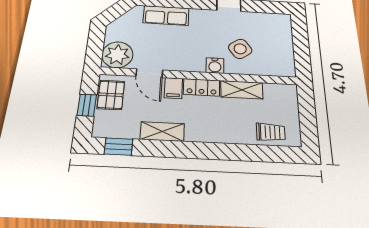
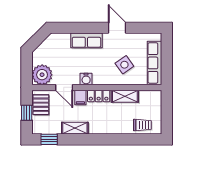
row of seats: (166, 15) -> (86, 40), moved
row of seats: (284, 49) -> (155, 63), added
water cooler: (215, 66) -> (86, 79), moved

